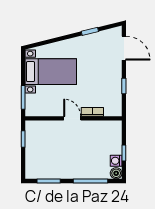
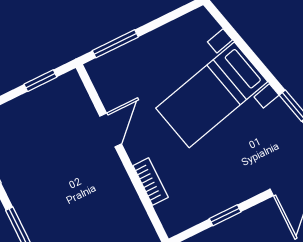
bed with nightstands: (51, 72) -> (212, 95), moved, turned 76
door: (72, 118) -> (111, 130), moved

